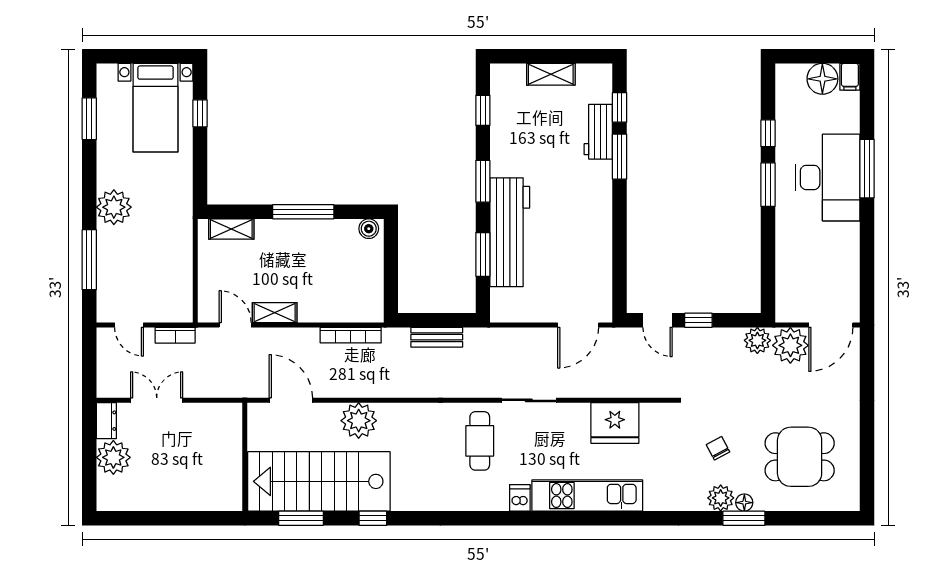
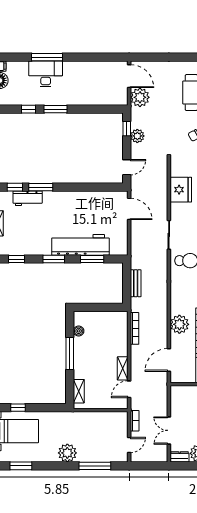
desk: (828, 177) -> (46, 74), width x0.73, depth x0.77
boiler: (369, 229) -> (79, 331), moved
window: (698, 320) -> (127, 129), moved
plant: (757, 340) -> (137, 136), moved

